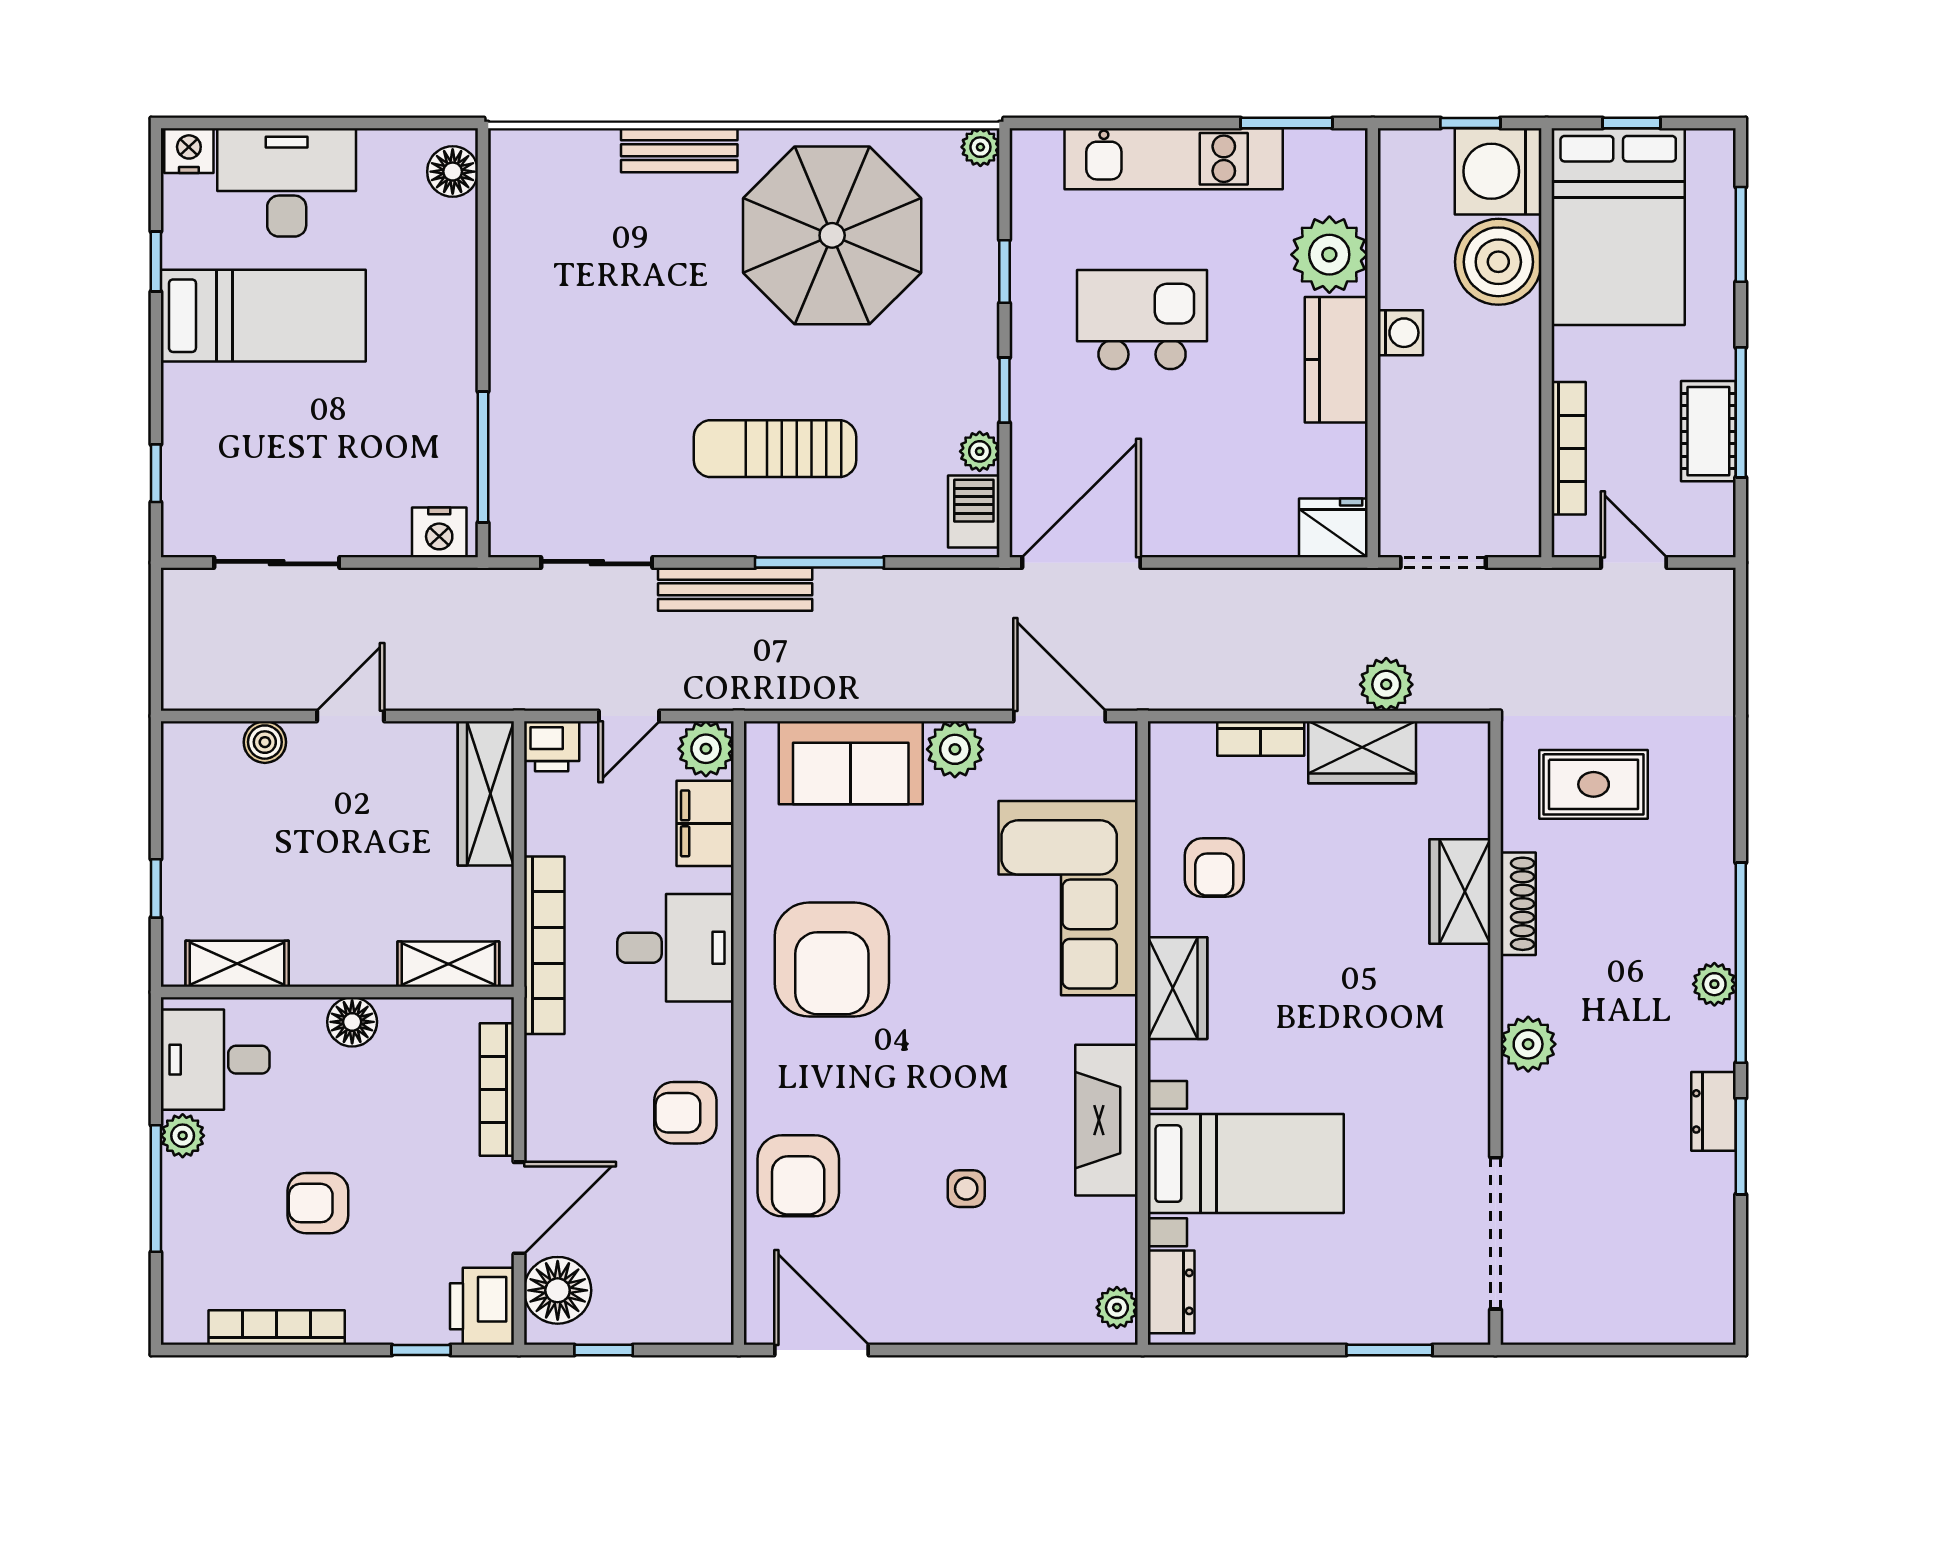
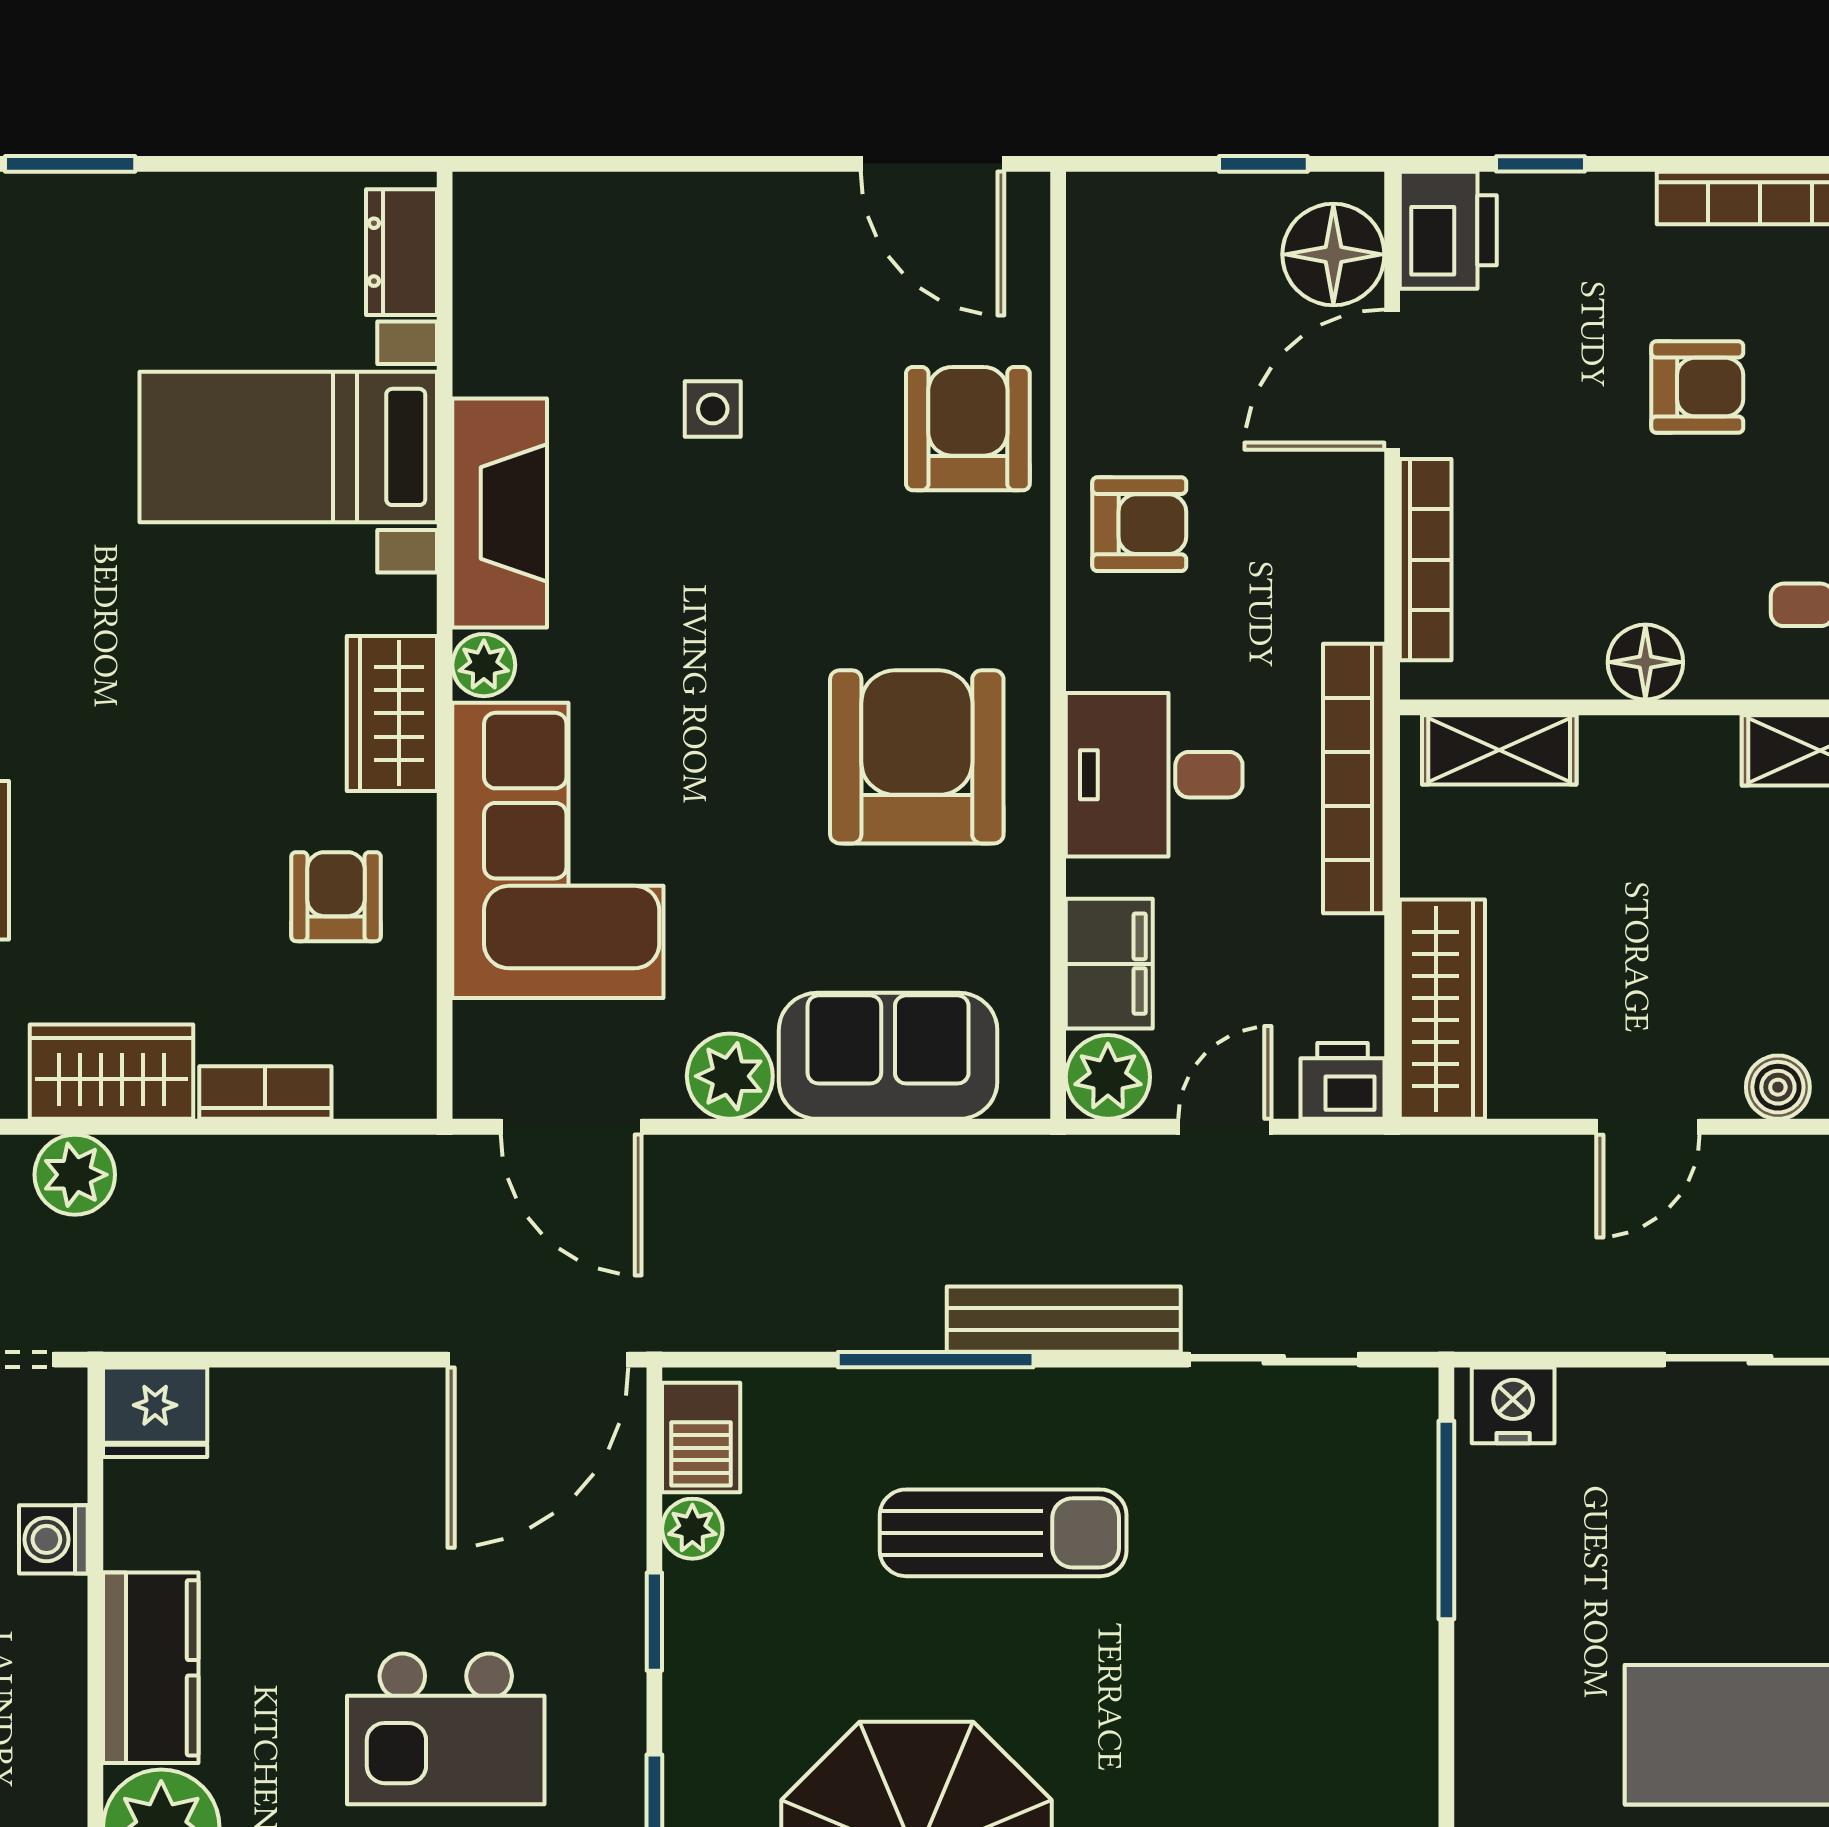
washing machine: (1400, 333) -> (53, 1539), moved
plant: (1117, 1307) -> (484, 665), moved

